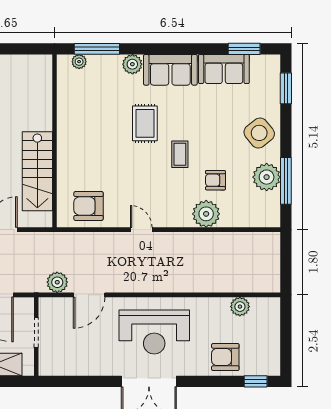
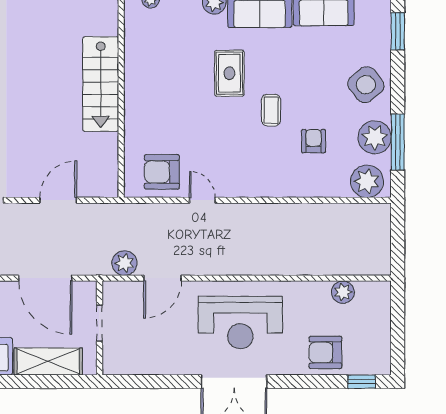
stairs: (37, 171) -> (101, 84), moved
armchair: (215, 180) -> (314, 141), turned 90
plant: (206, 214) -> (367, 181), moved
door: (141, 230) -> (202, 200), moved

